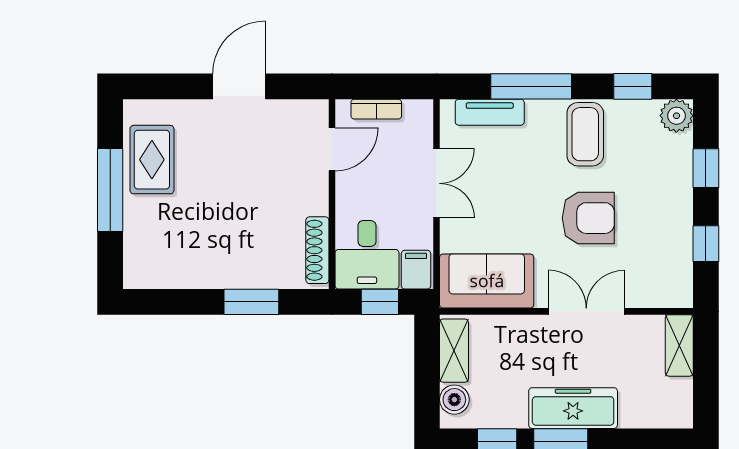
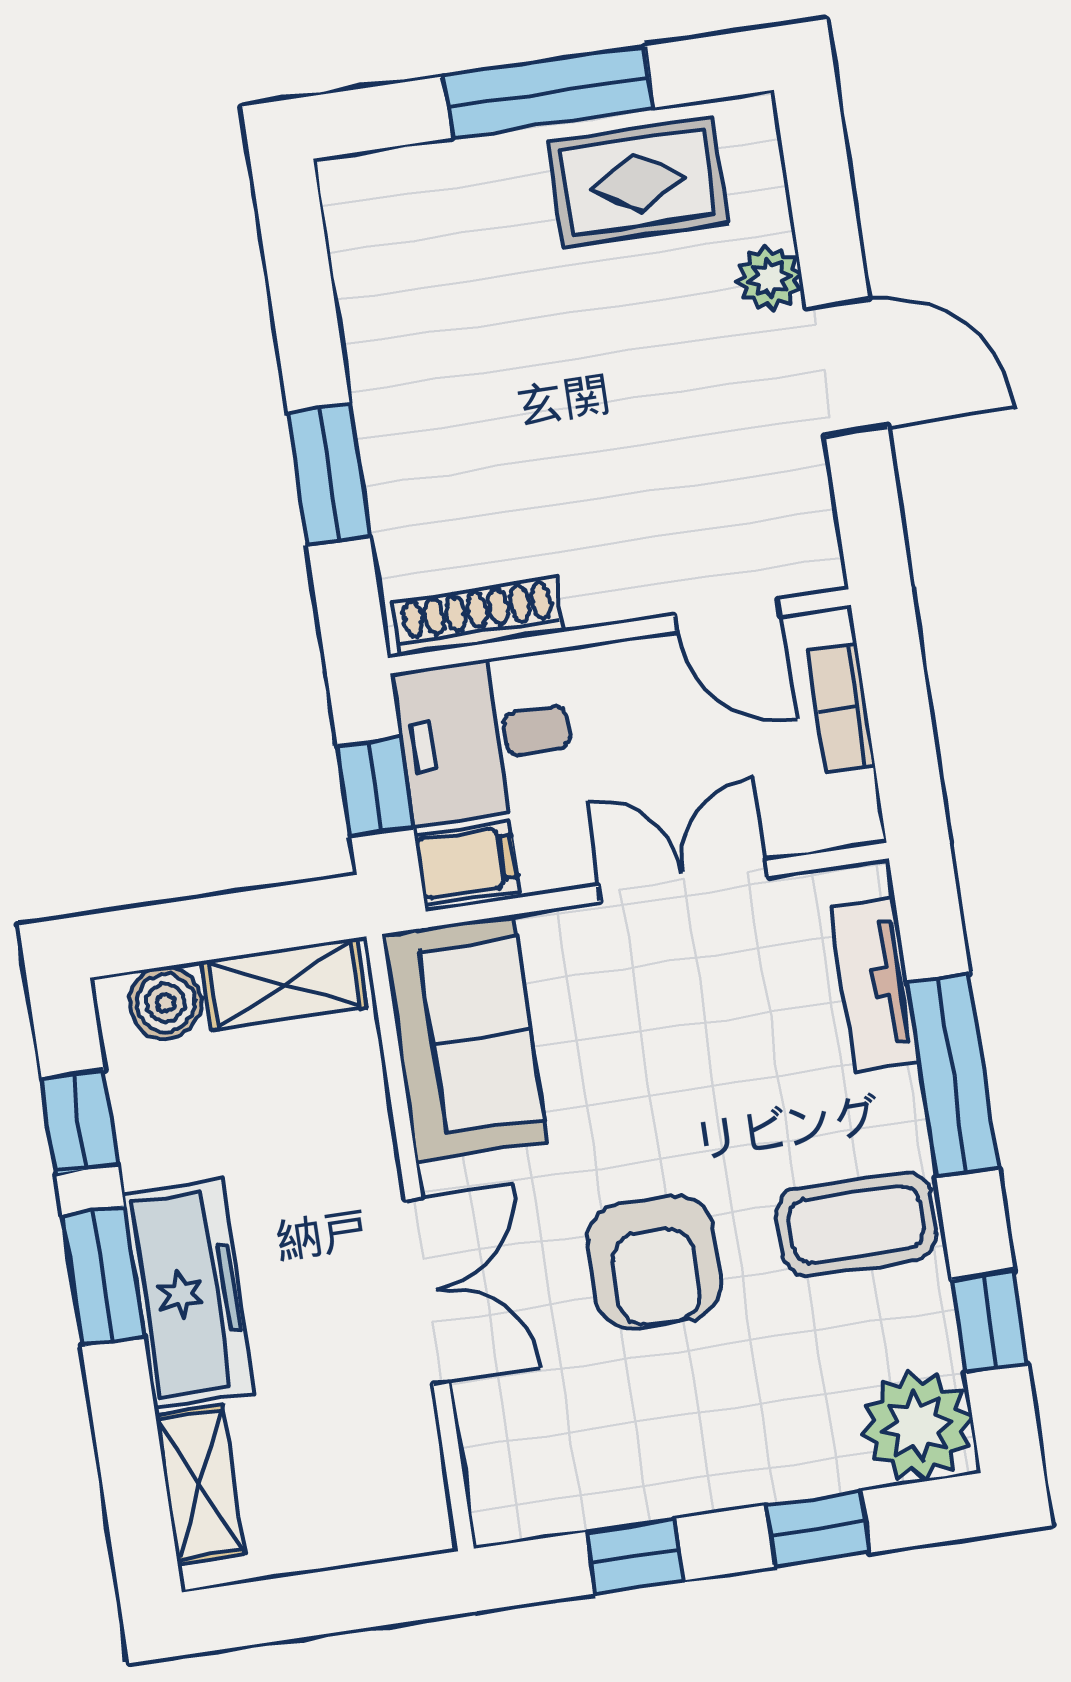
plant: (199, 112) -> (769, 278), added
plant: (676, 116) -> (917, 1426), width x1.36, depth x1.36
double door: (437, 183) -> (683, 881), swing flipped
shelving: (679, 345) -> (200, 1484), moved, turned 90

